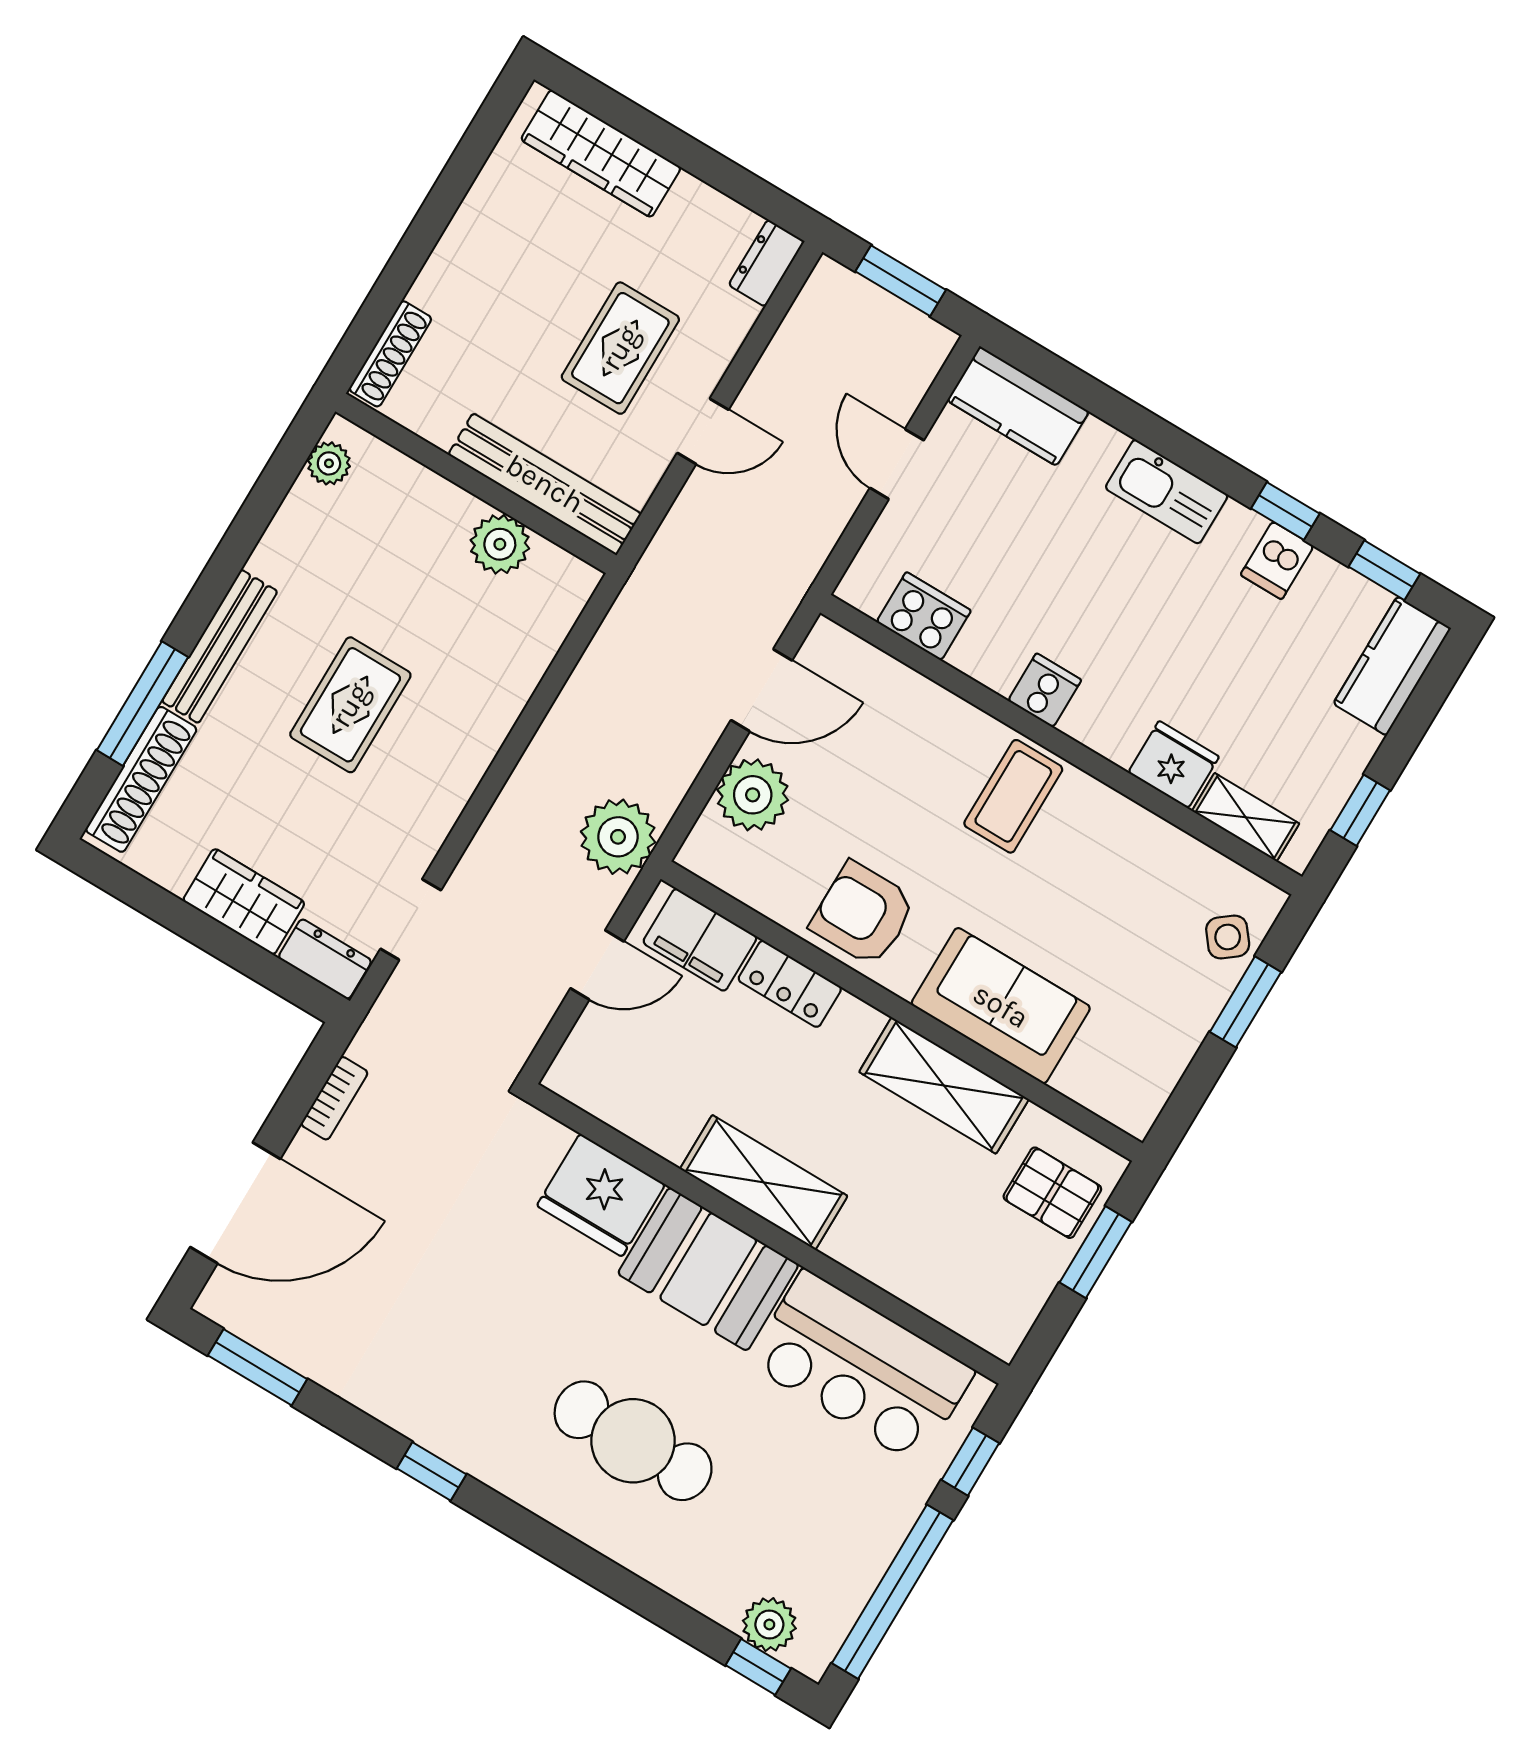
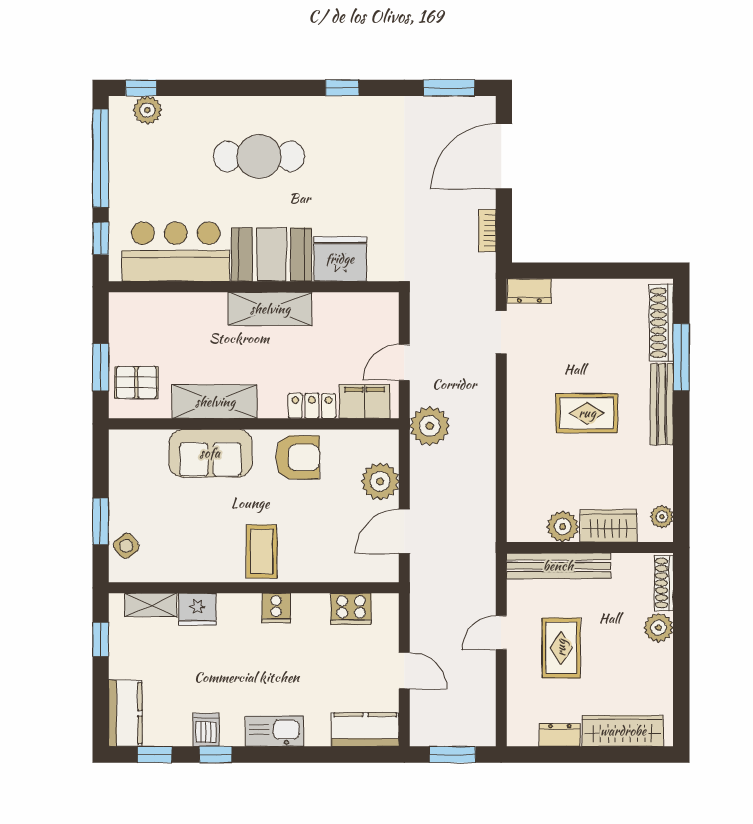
dresser: (766, 263) -> (560, 735), moved, turned -90
plant: (442, 286) -> (659, 628), added
rug: (350, 705) -> (587, 413), turned 90
wardrobe: (244, 902) -> (609, 526), moved, turned 180

